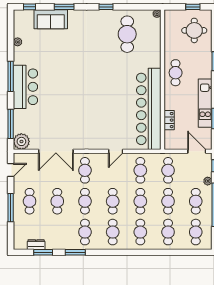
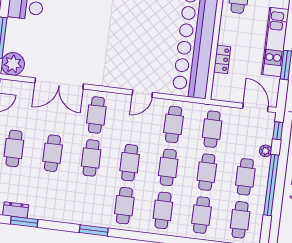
cafe table: (85, 232) -> (86, 201), removed
window: (75, 252) -> (94, 230), moved

